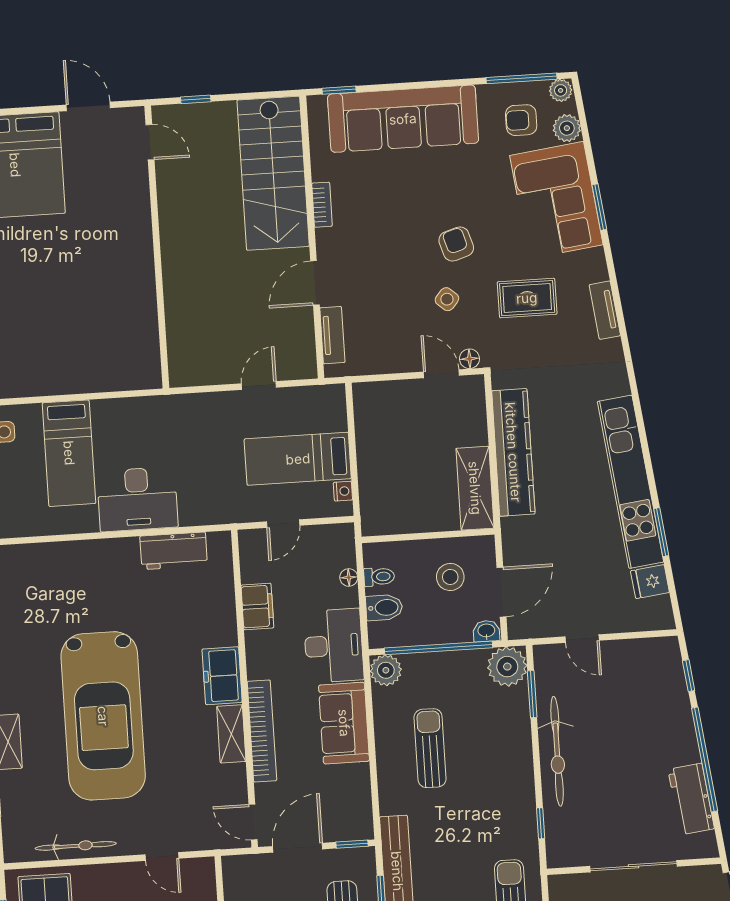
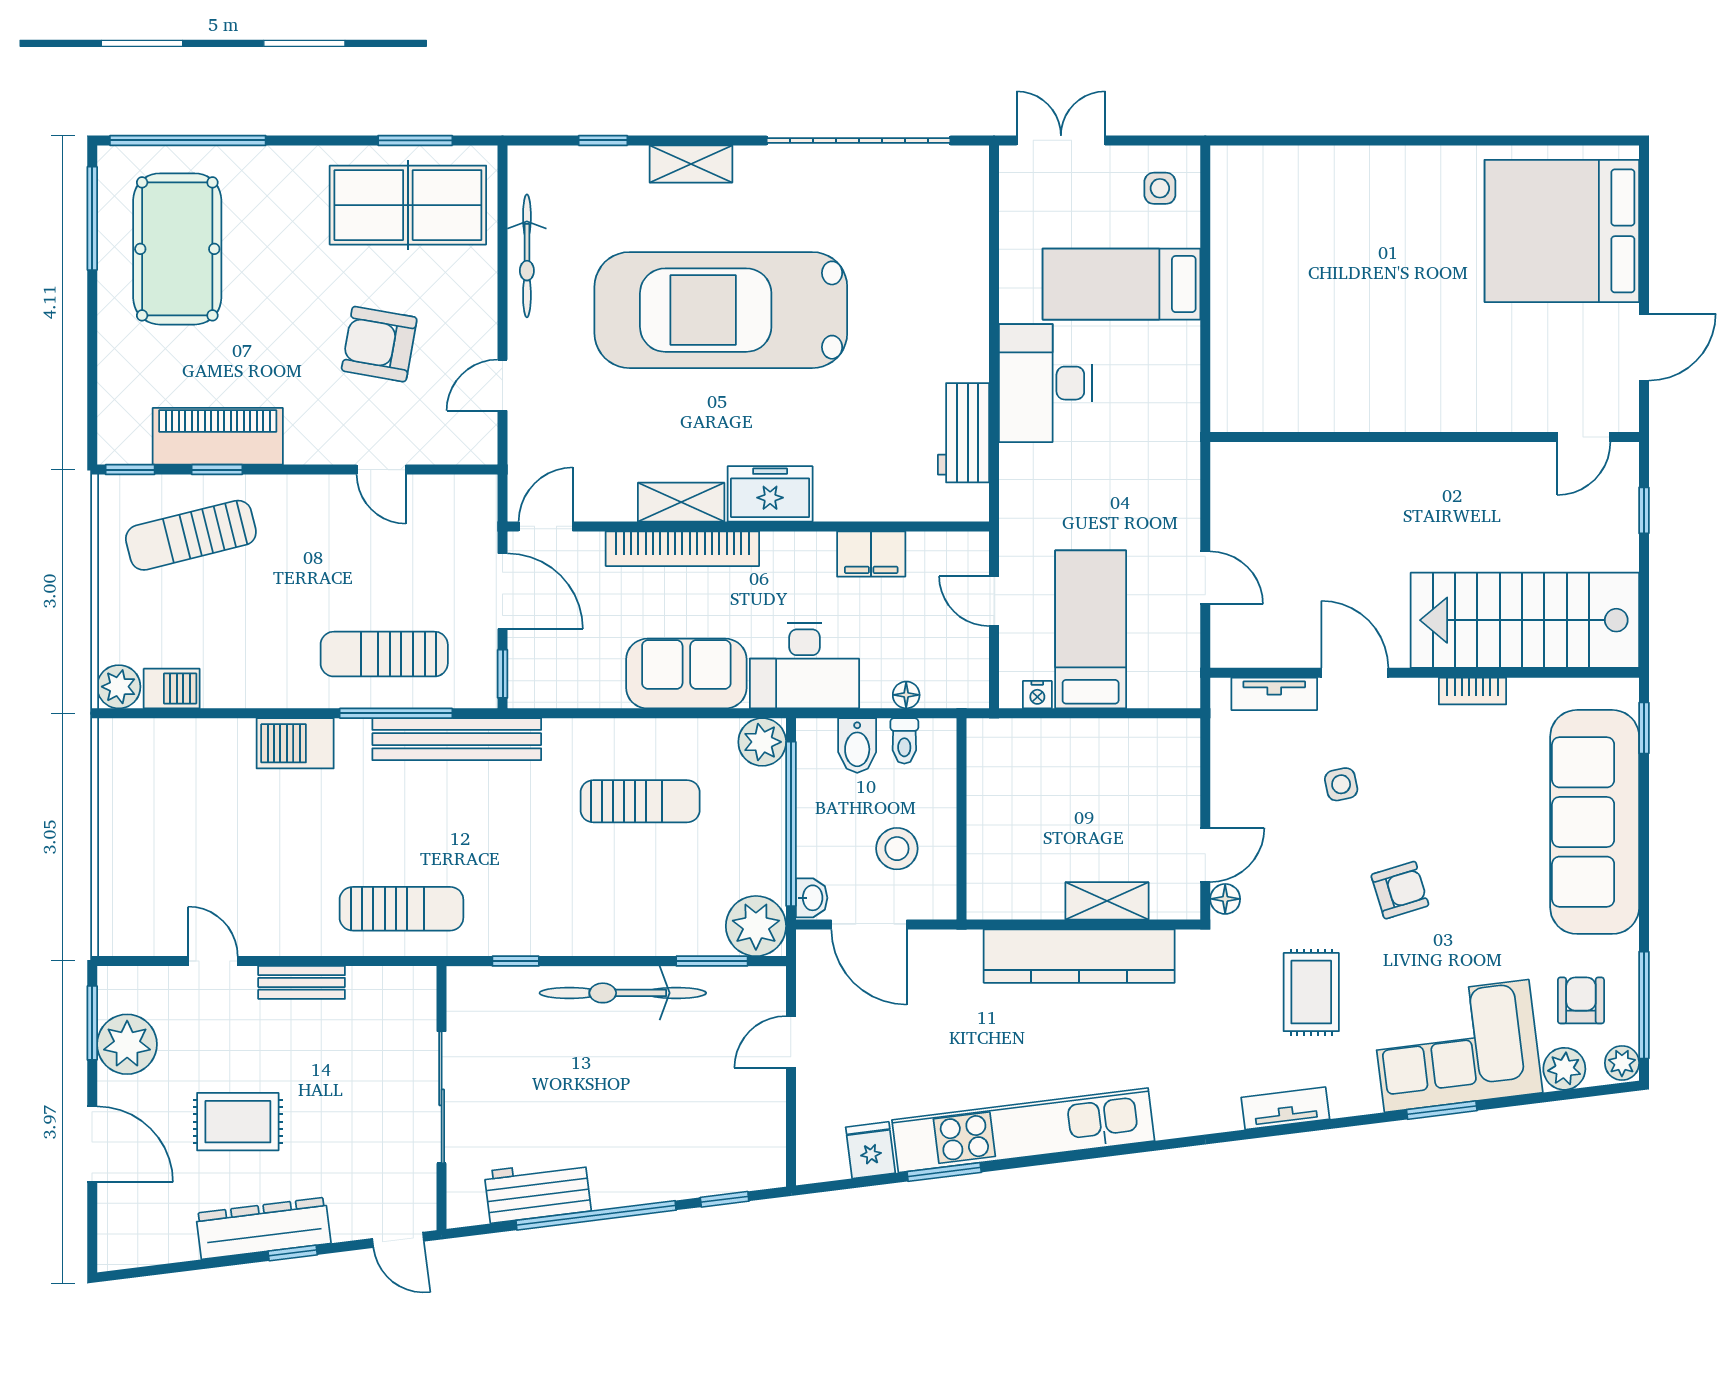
side table: (447, 299) -> (1341, 784), moved, turned 37
shelving: (475, 488) -> (1107, 901), moved, width x0.67, depth x0.75

